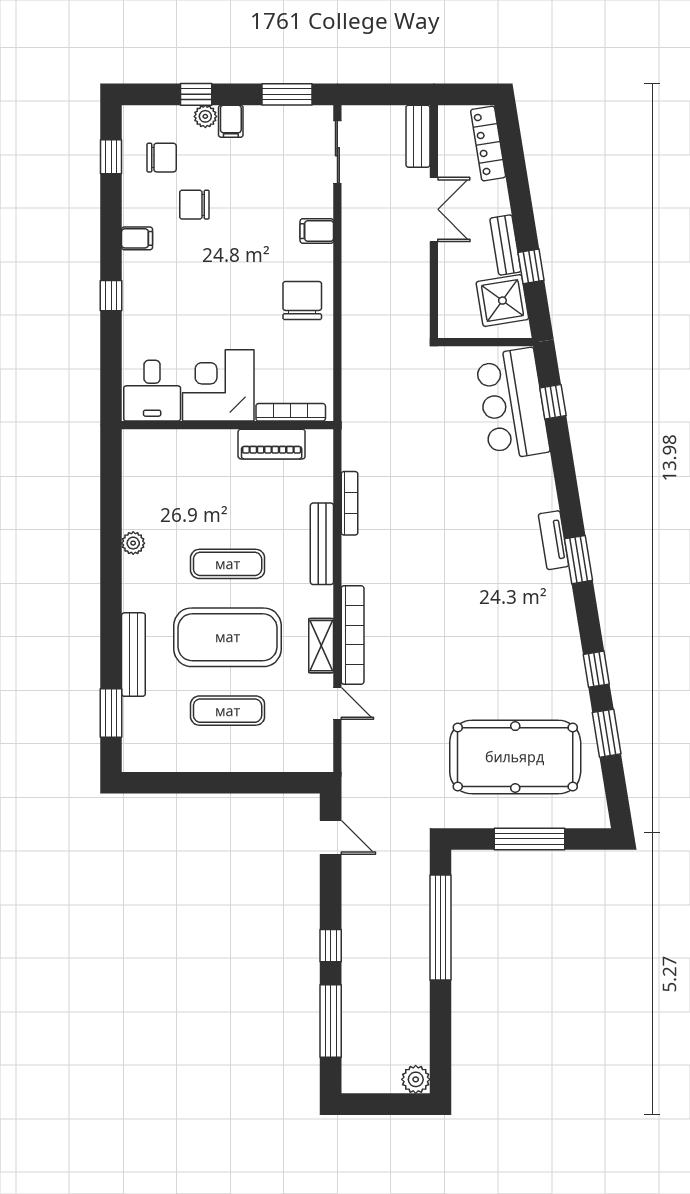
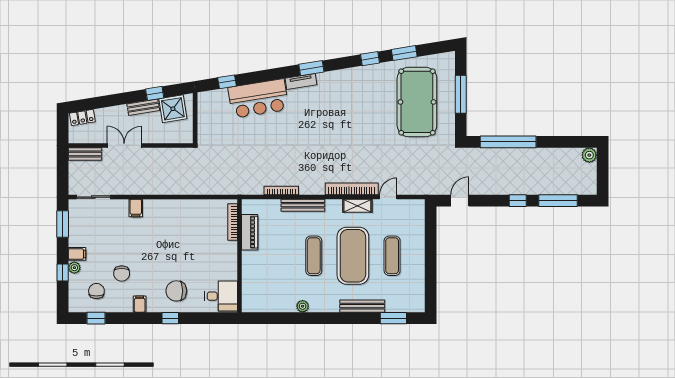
locker: (488, 144) -> (82, 118), width x0.66
chair: (302, 301) -> (176, 291), moved
corner desk: (218, 385) -> (218, 261), removed
bar counter: (512, 404) -> (258, 99), moved

